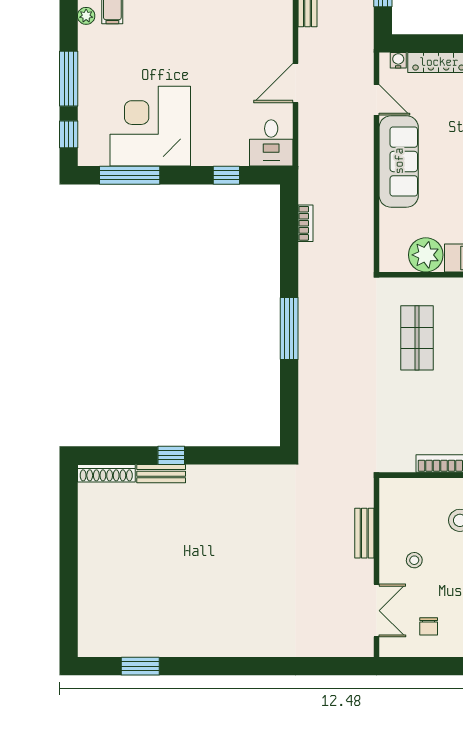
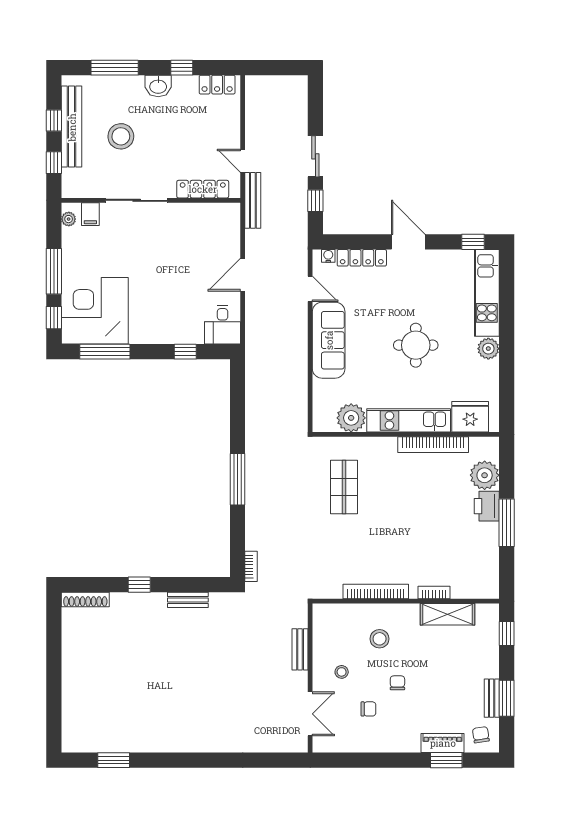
corner desk: (150, 126) -> (95, 311), moved
bookcase: (306, 223) -> (251, 566), moved
bench: (161, 474) -> (188, 600), moved
chair: (429, 626) -> (368, 709), moved, turned -90

